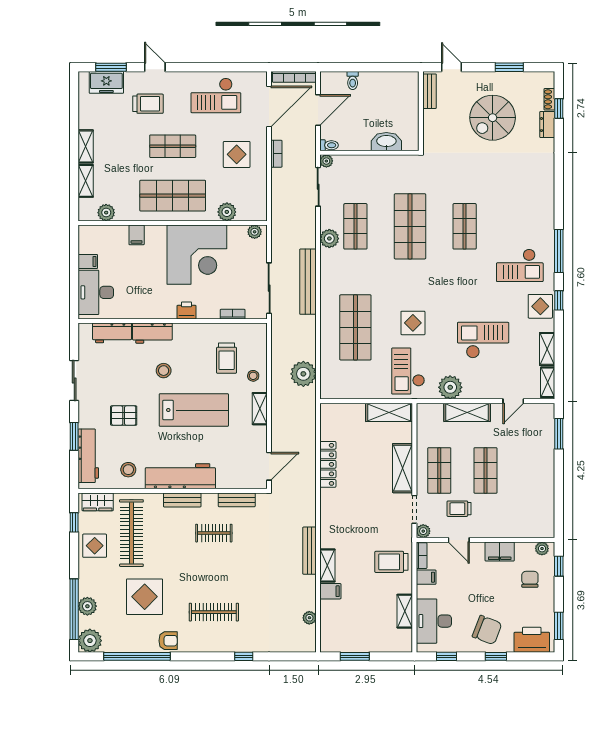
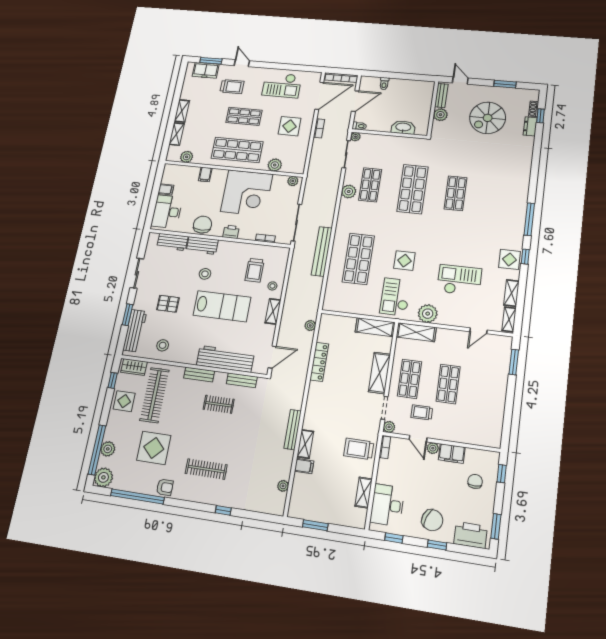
plant: (432, 119) -> (440, 115), added
checkout: (520, 265) -> (496, 227), removed
bench: (308, 282) -> (322, 251), moved
chair: (147, 305) -> (202, 225), added
plant: (303, 374) -> (310, 325), moved, width x0.53, depth x0.53
shelving: (467, 412) -> (416, 332), moved
workbench: (180, 476) -> (225, 359), moved
plant: (542, 549) -> (433, 448), moved
filing cabinet: (426, 577) -> (386, 466), removed

